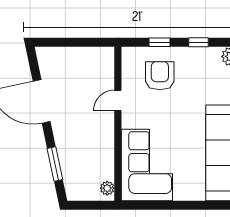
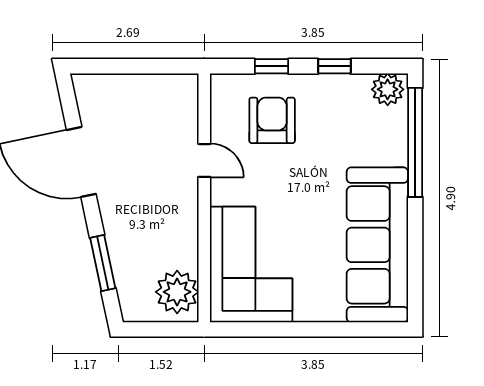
door: (118, 101) -> (204, 160), swing flipped
plant: (107, 188) -> (177, 292), width x1.88, depth x1.88

